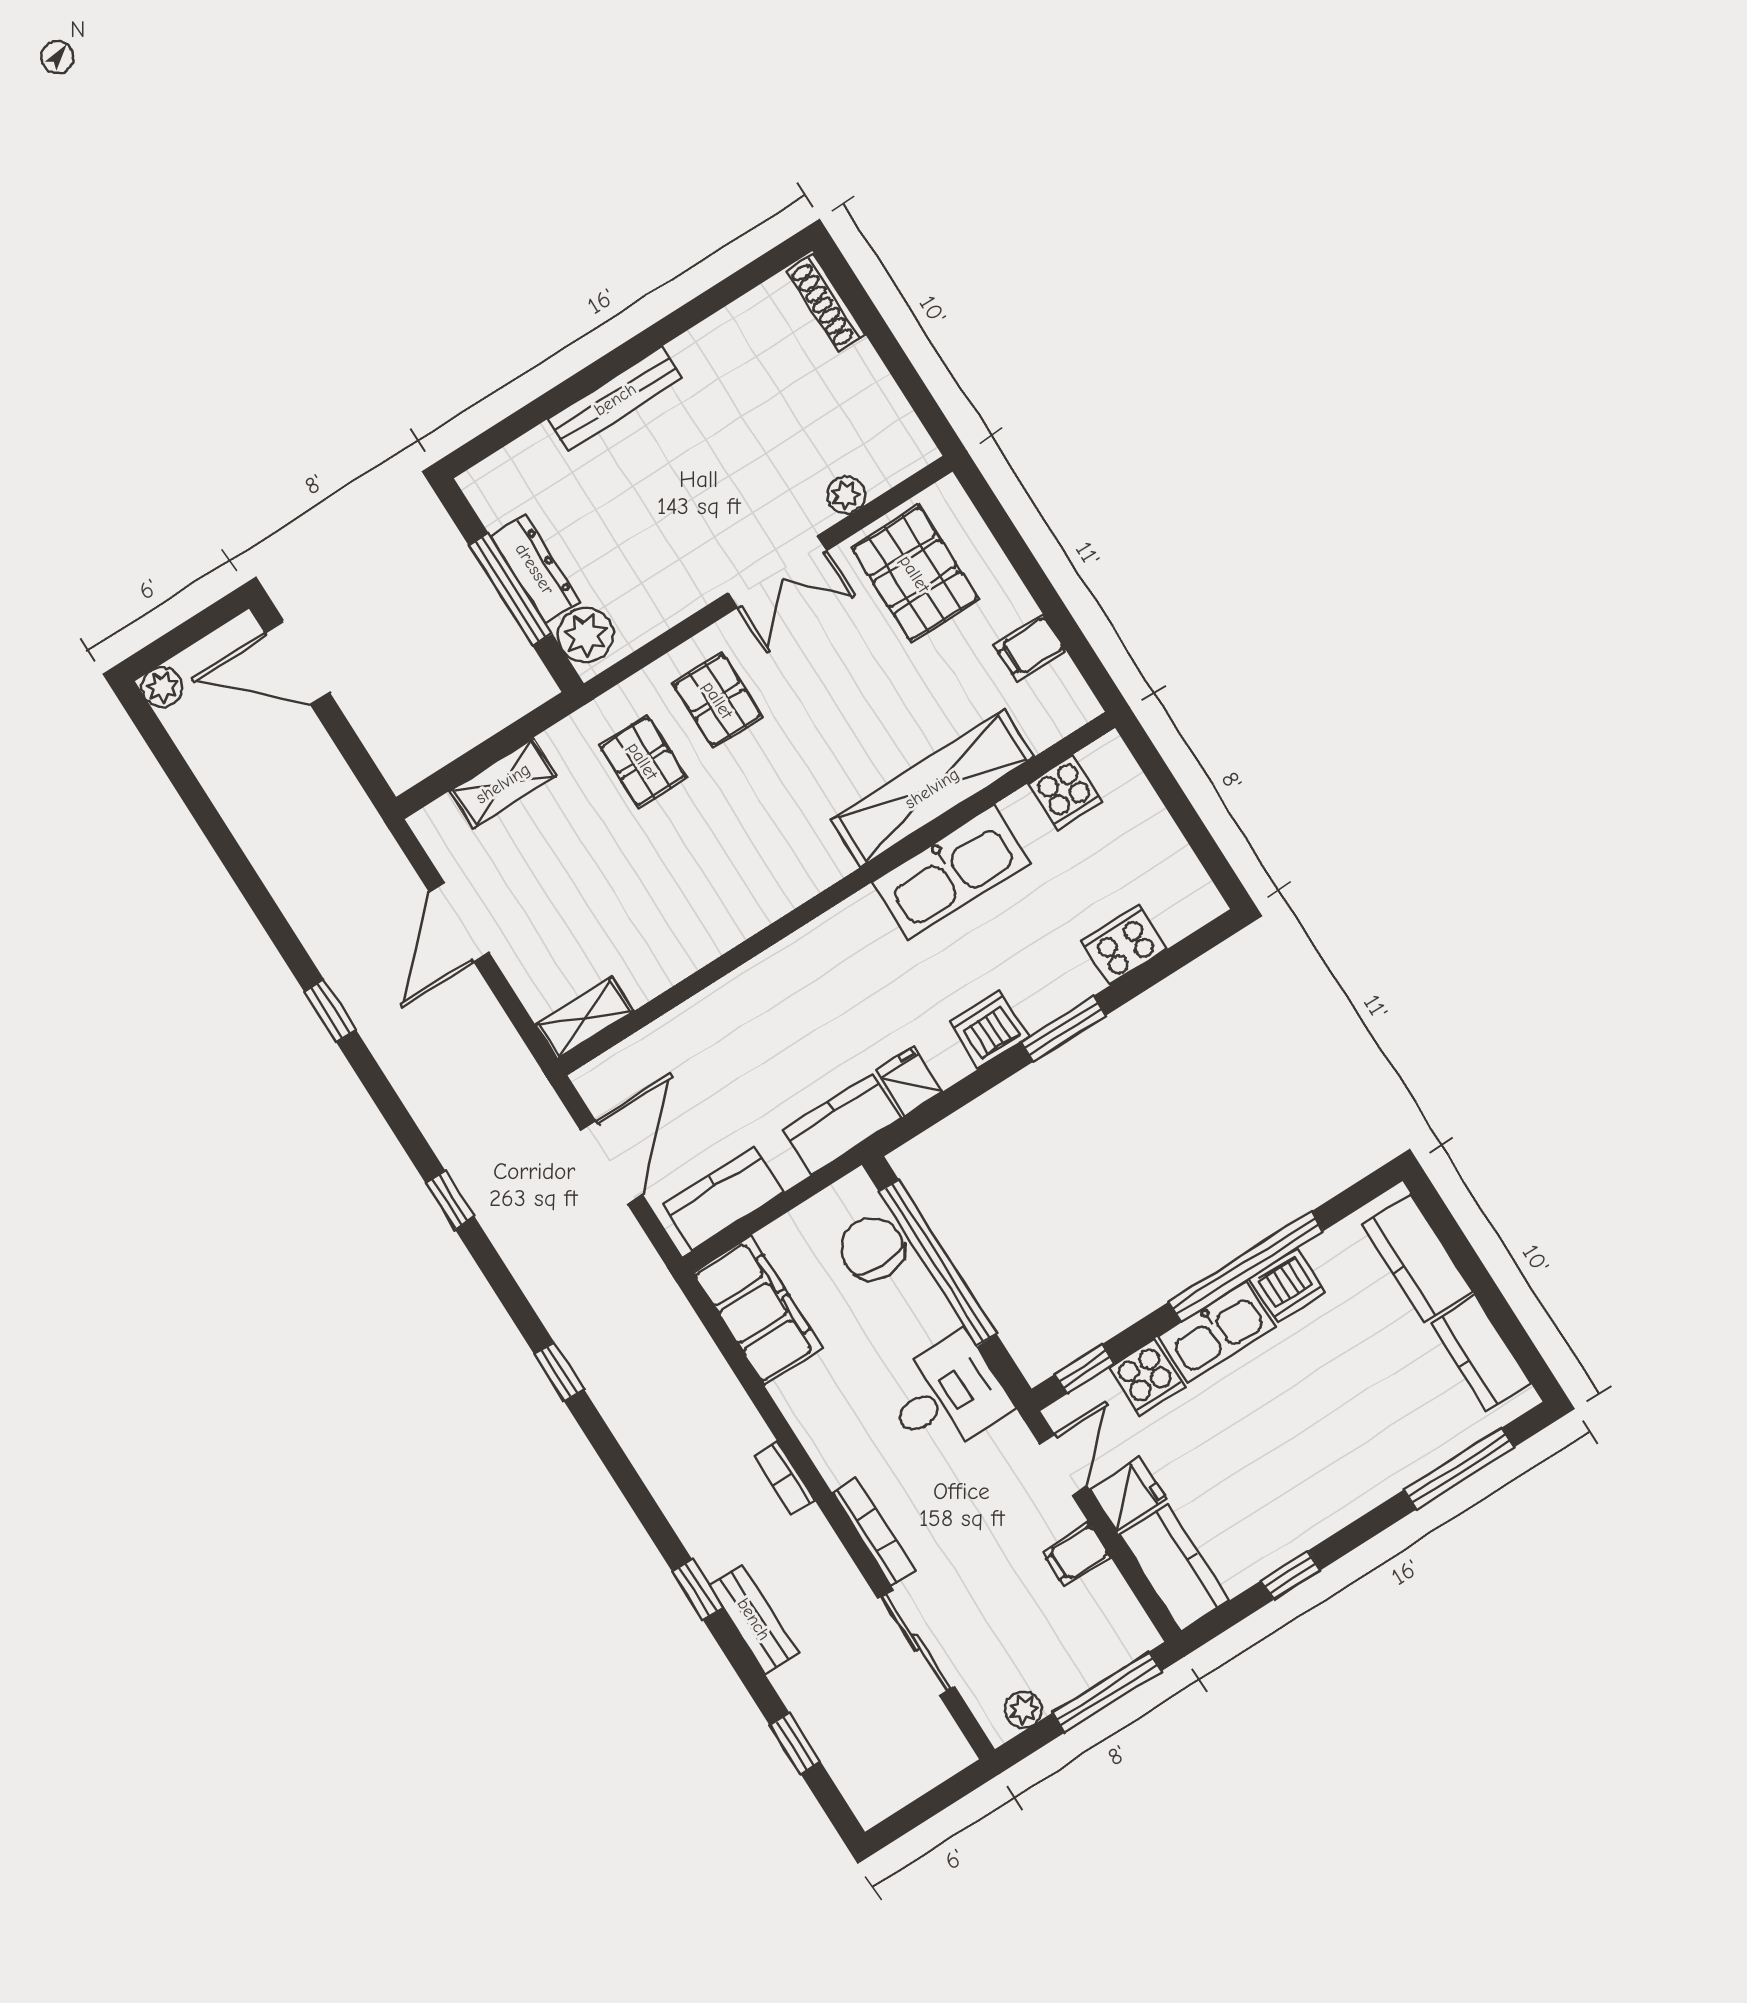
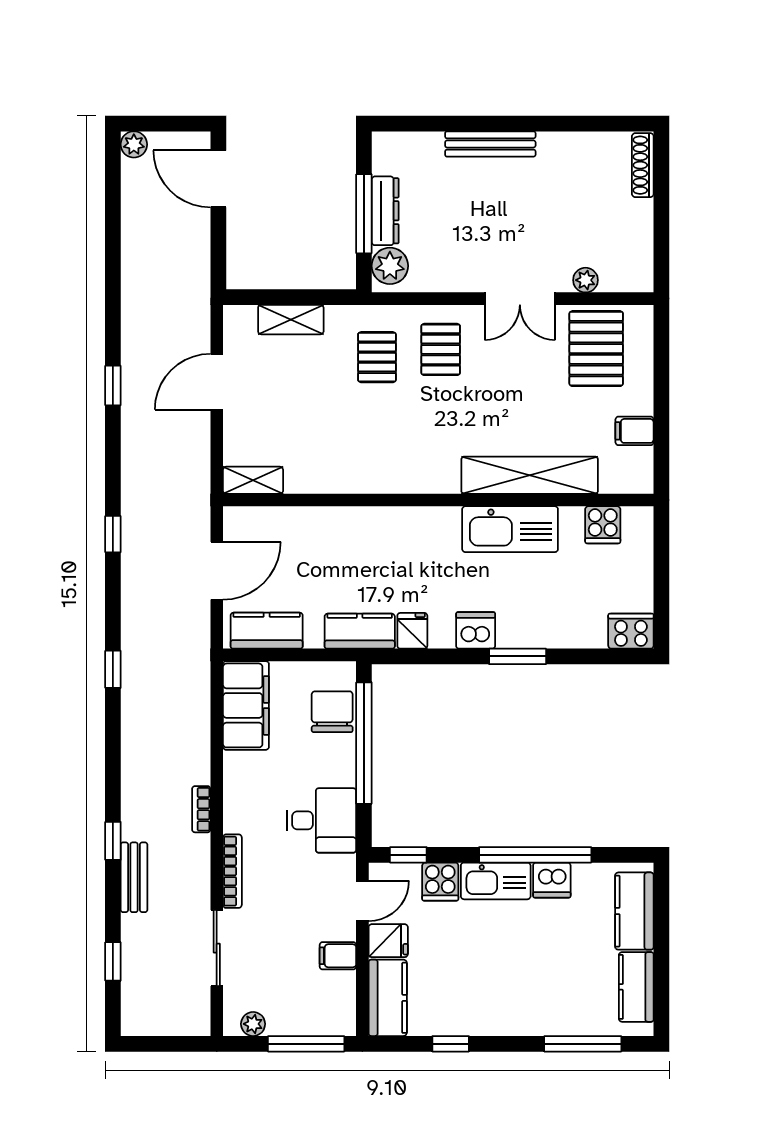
cooker: (1124, 945) -> (631, 631), moved

